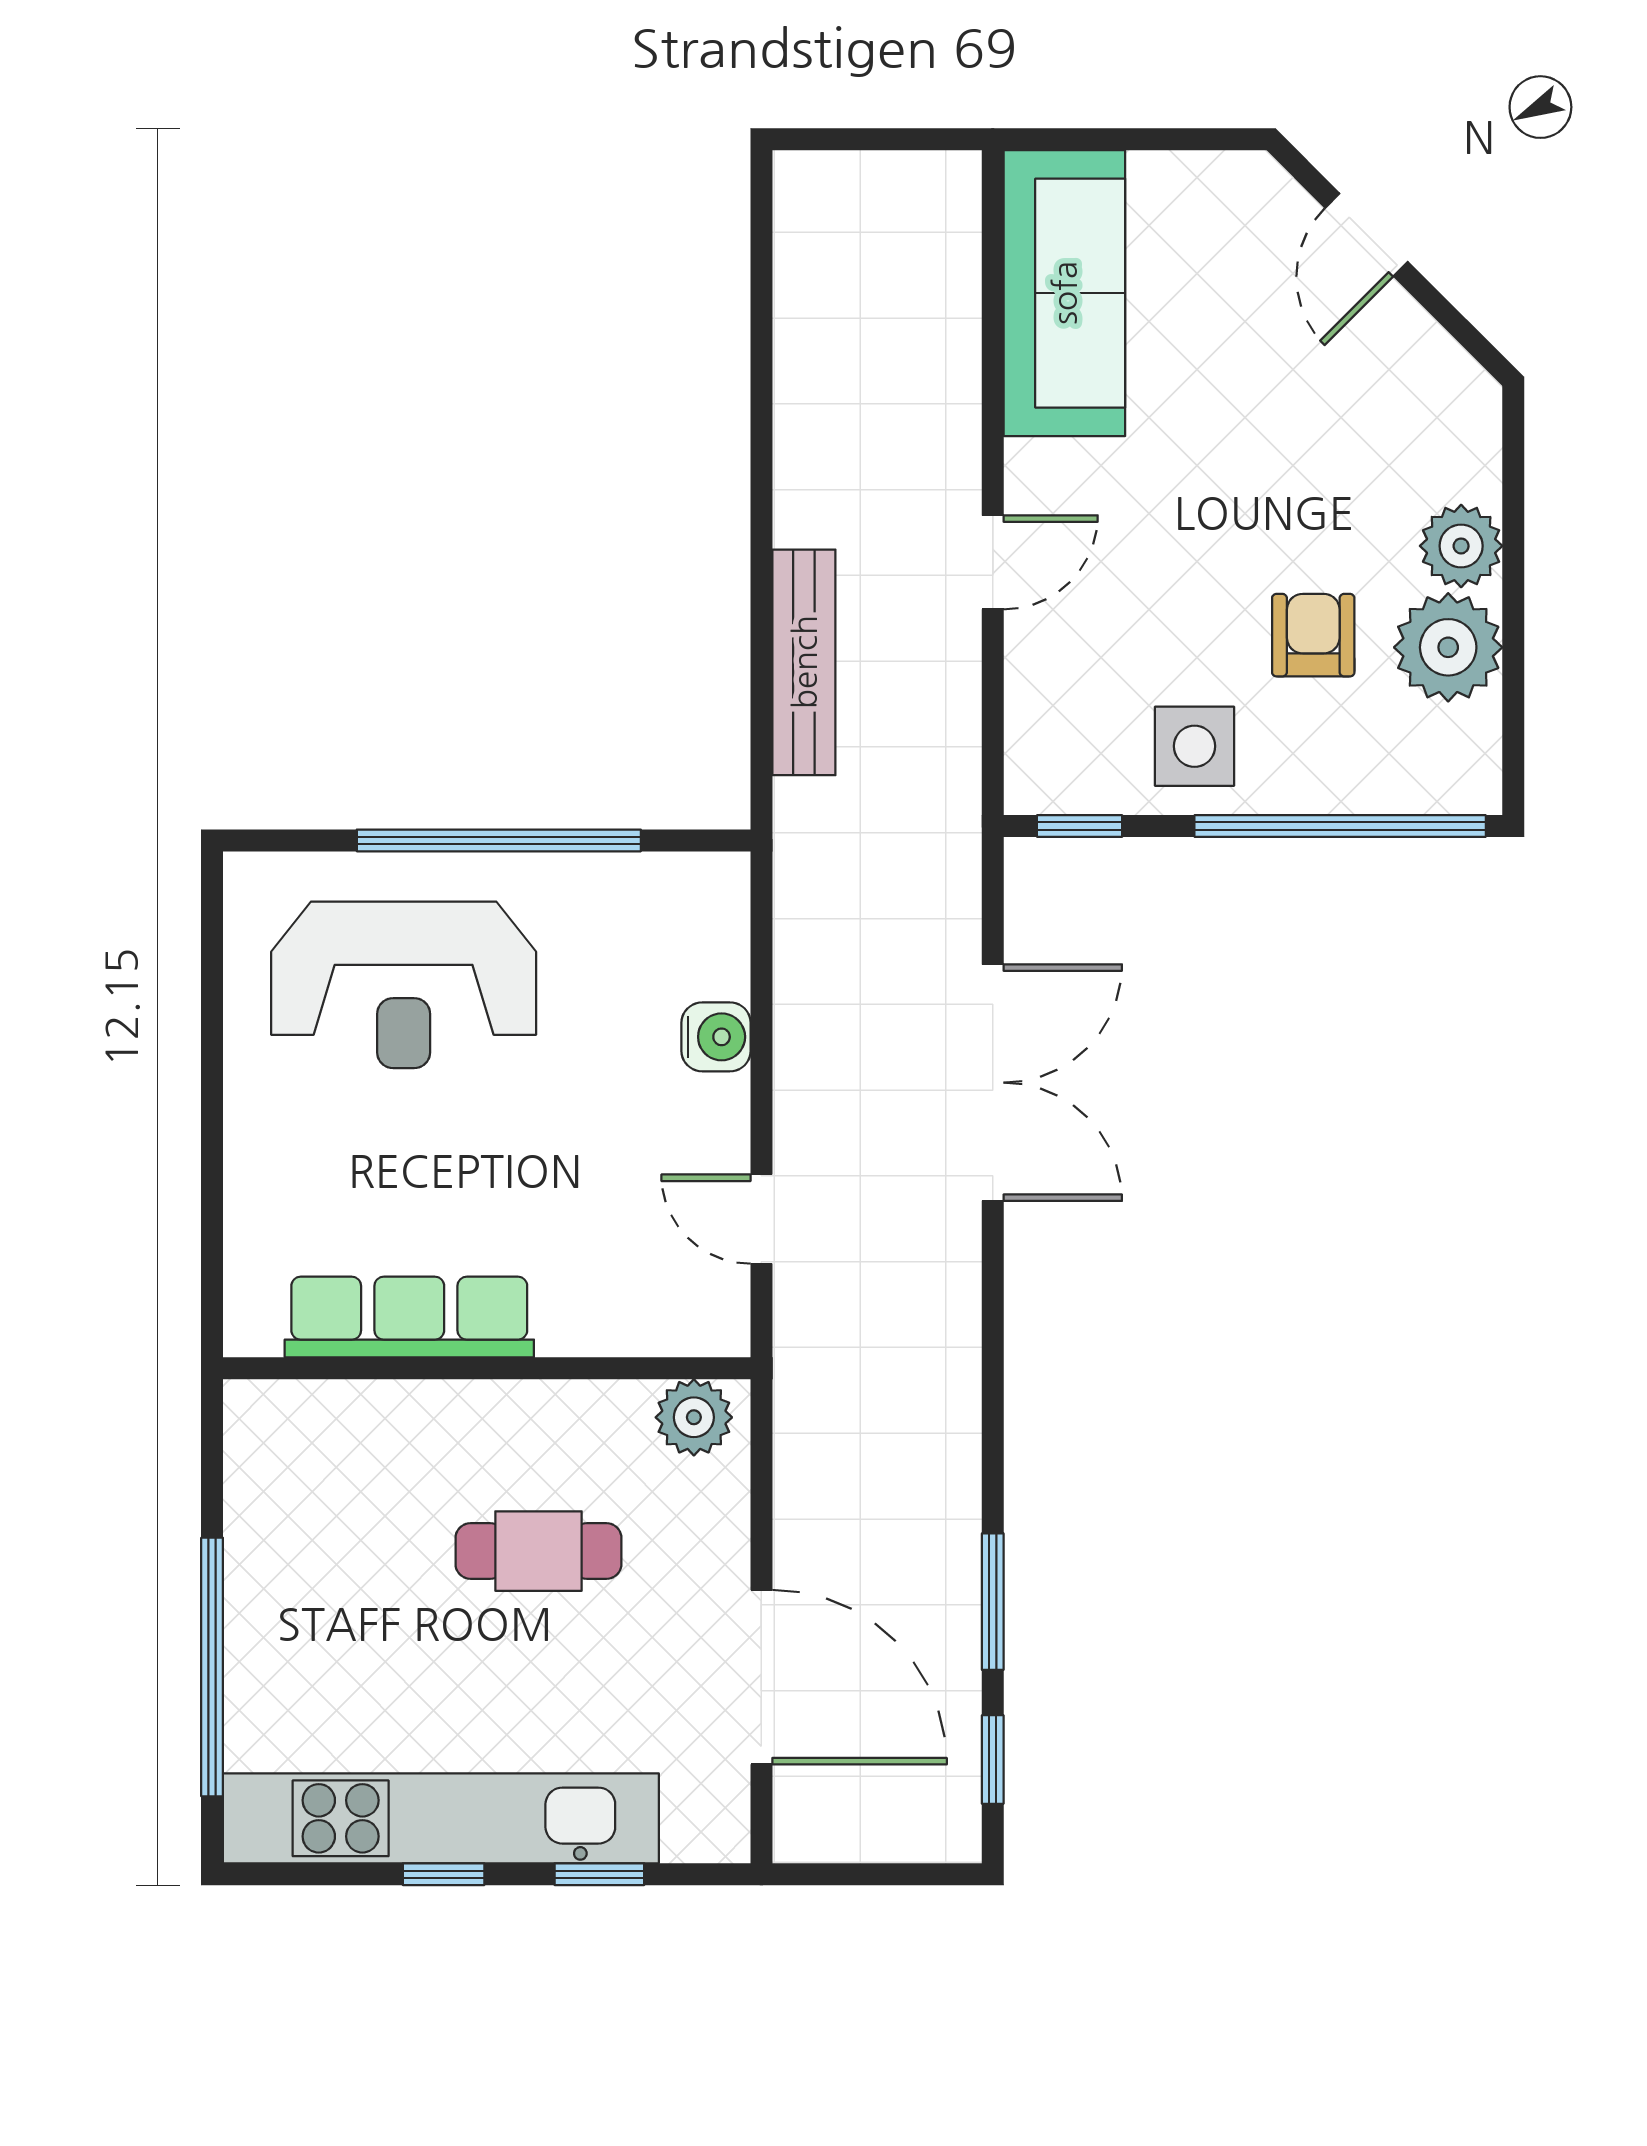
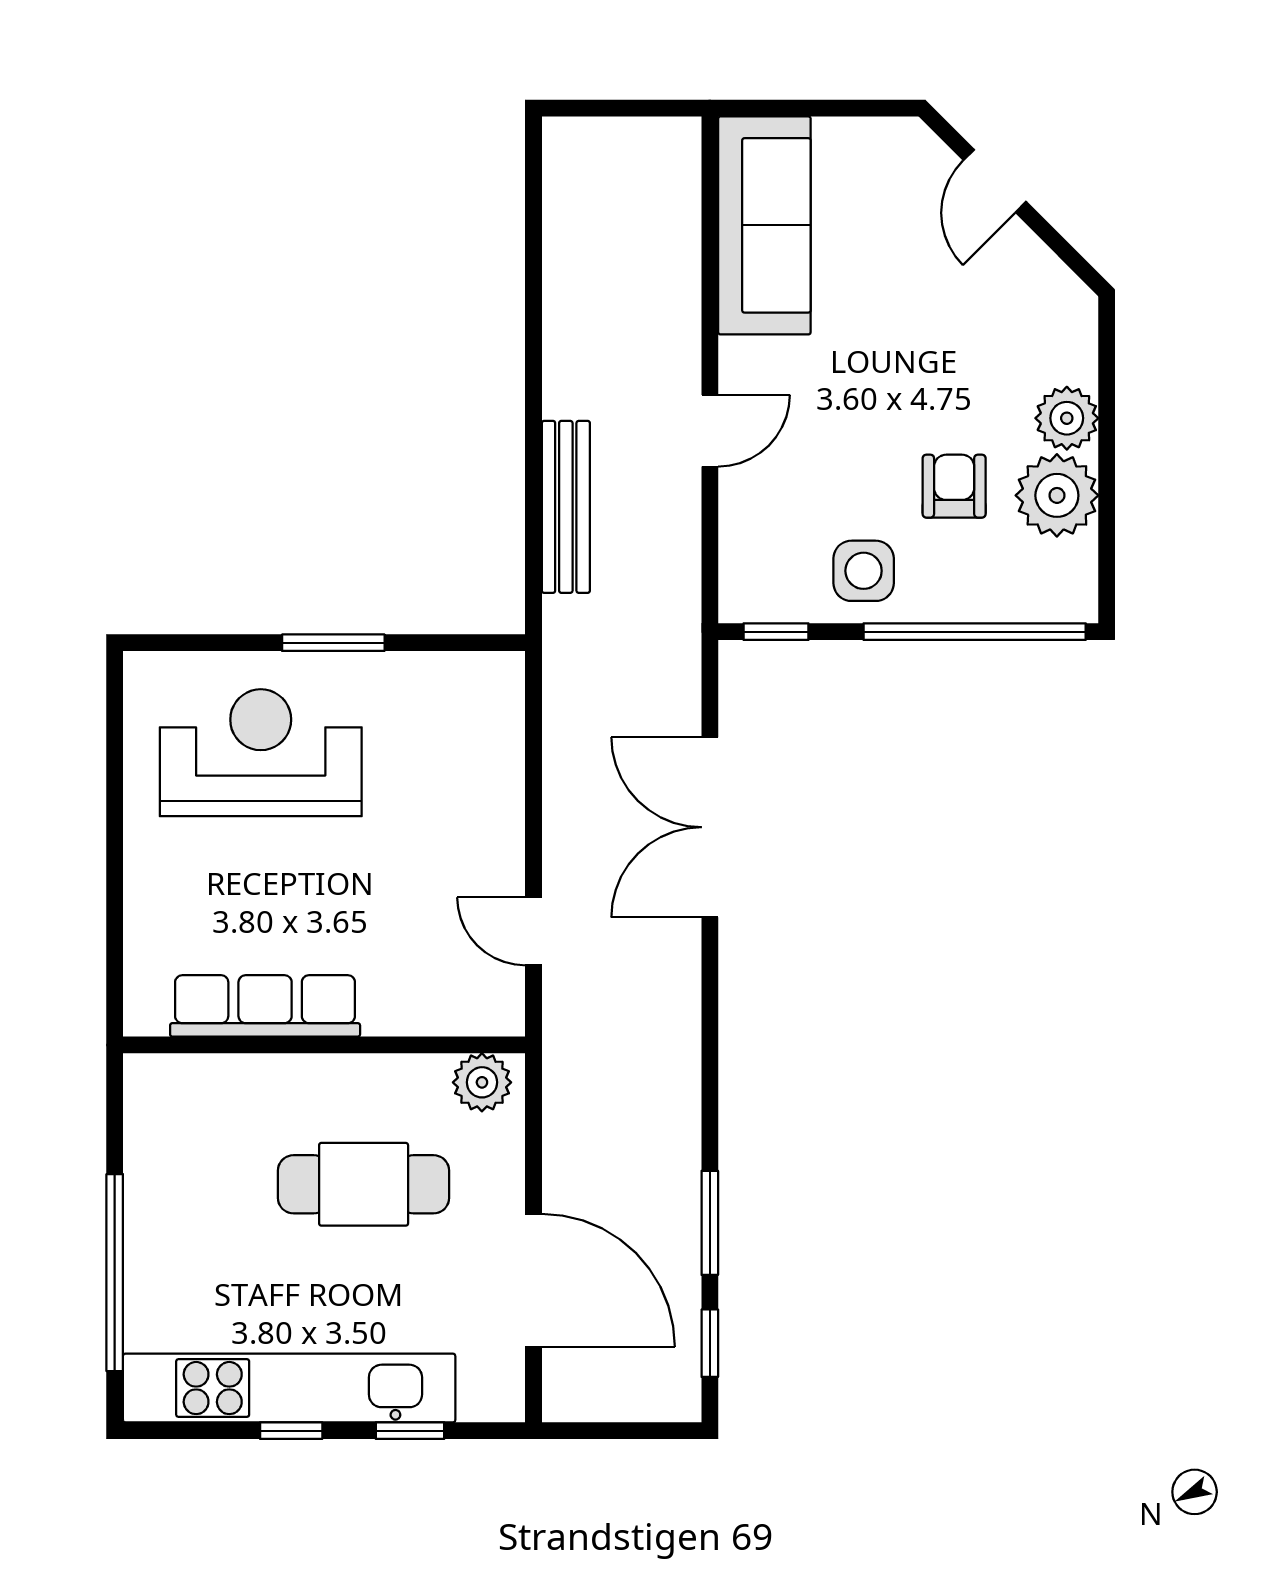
window: (499, 840) -> (333, 643), width x0.47
reception desk: (404, 985) -> (261, 753), turned 180
water cooler: (716, 1037) -> (499, 792), removed
double door: (993, 1083) -> (710, 827), swing flipped
cafe table: (538, 1551) -> (364, 1184), width x1.37, depth x1.35

